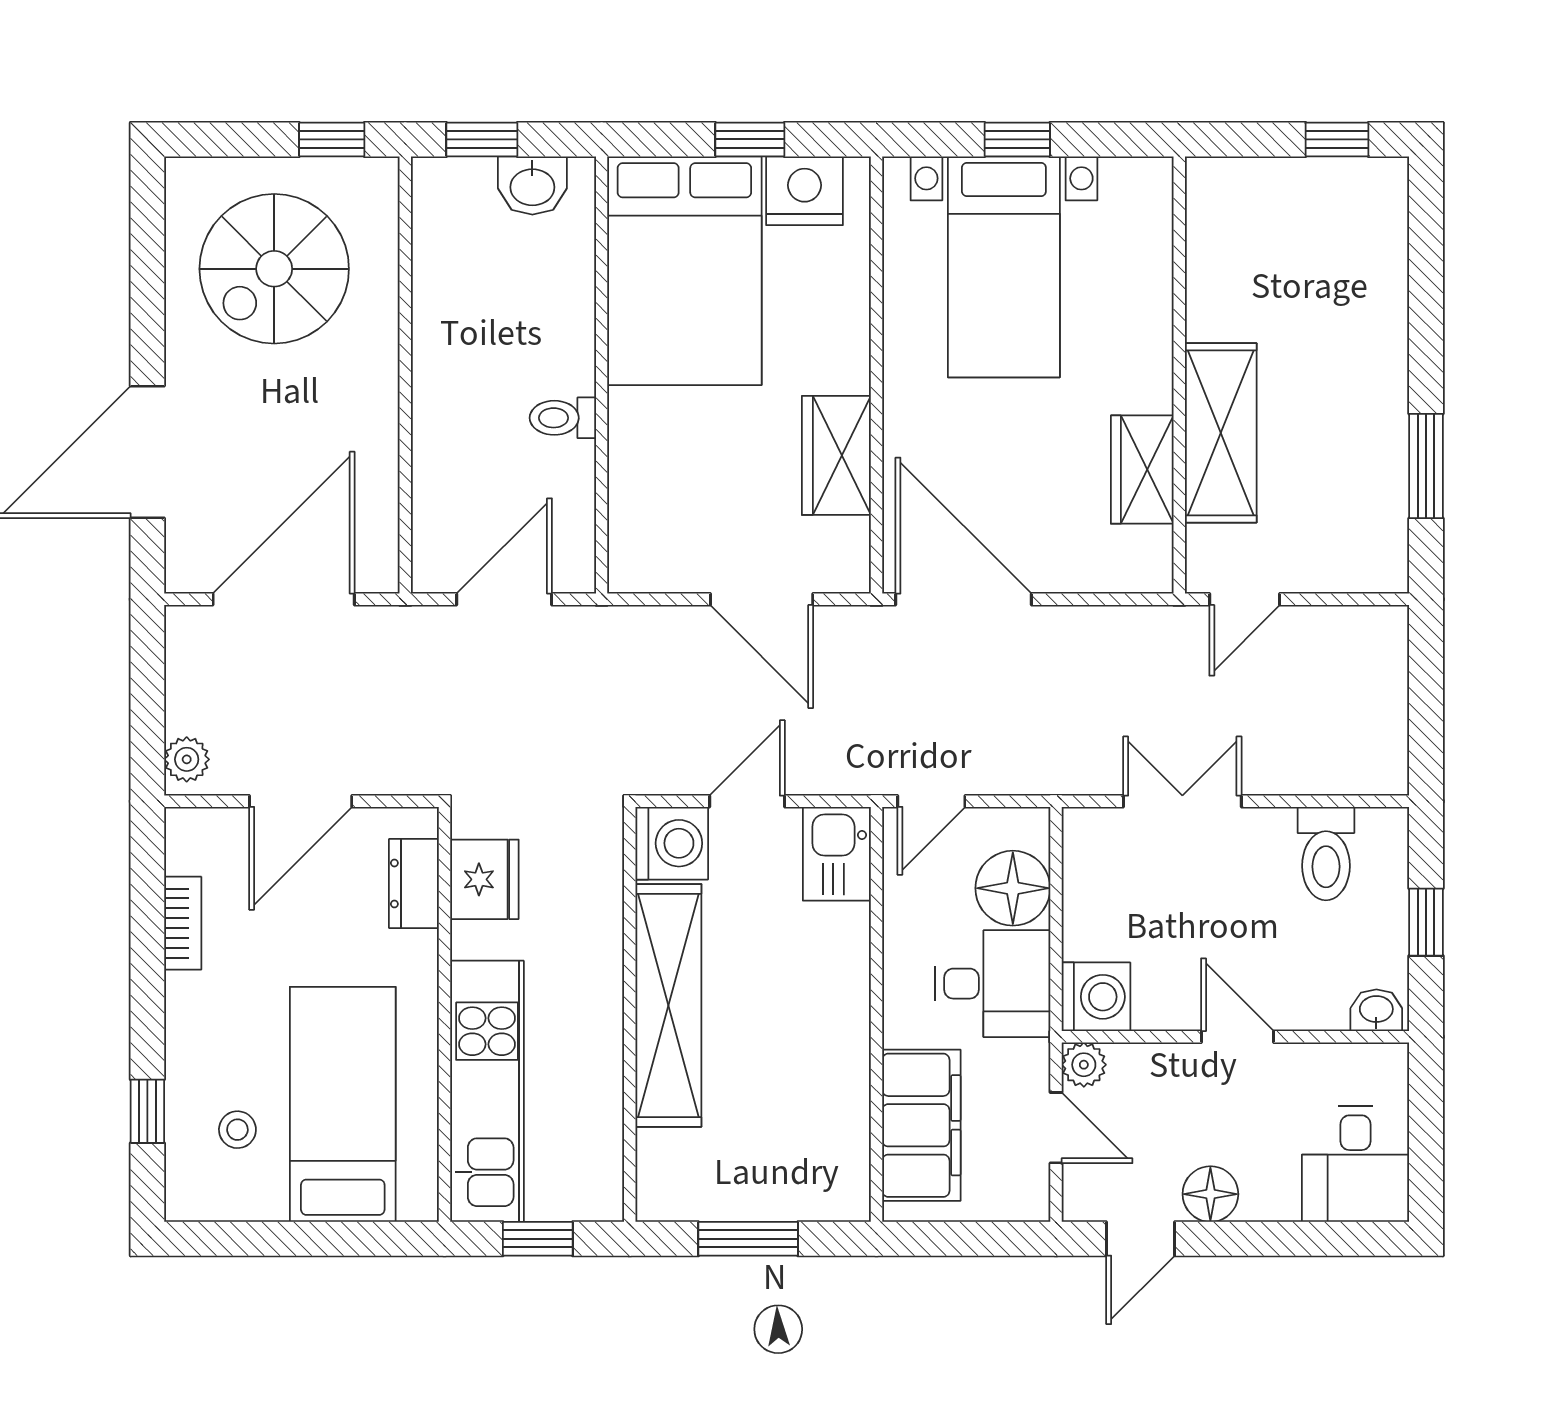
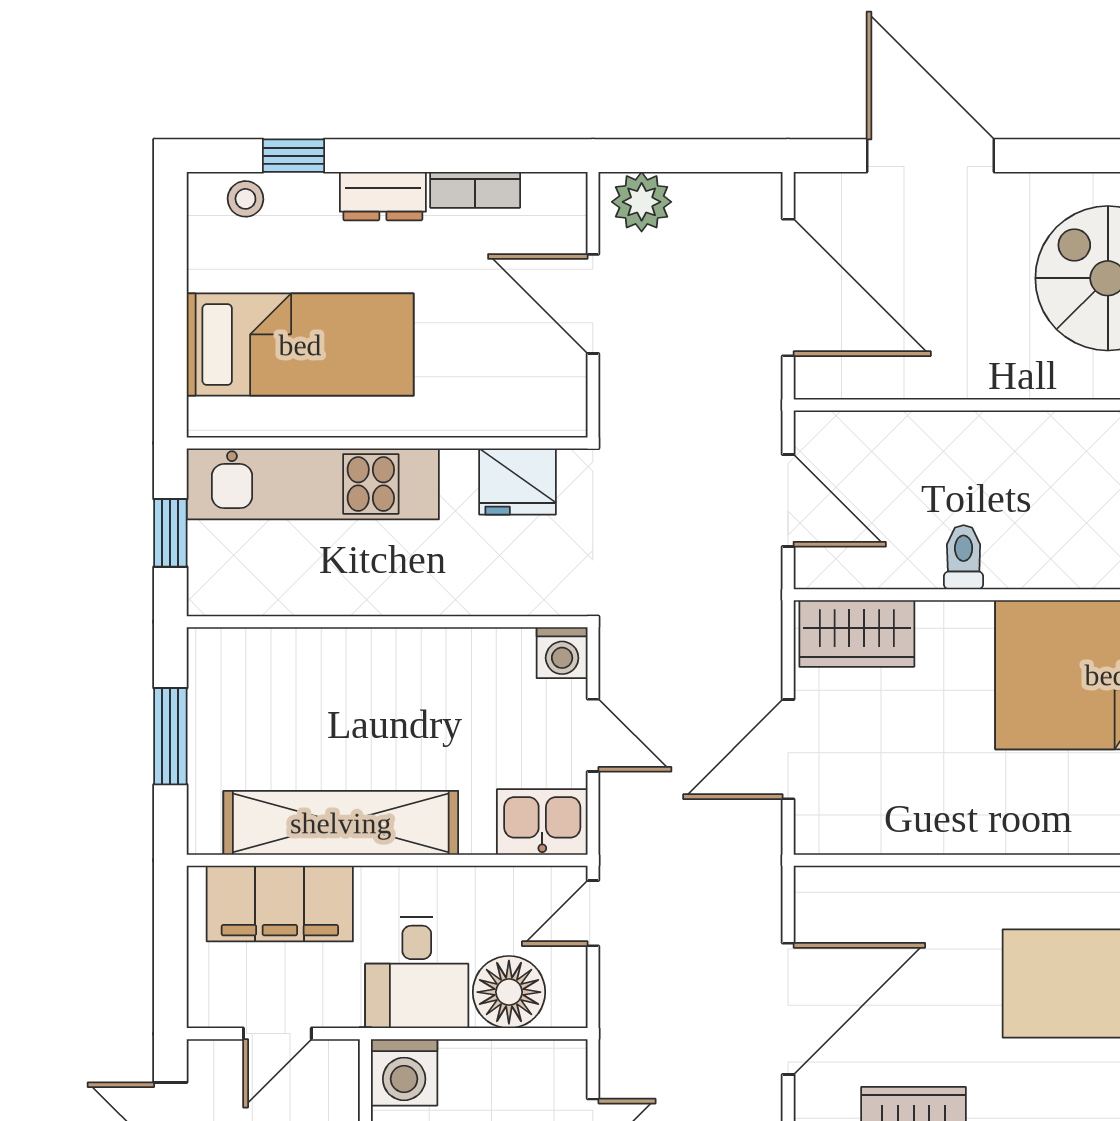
wardrobe: (836, 455) -> (857, 633), moved, turned 180
door: (964, 599) -> (788, 1009), moved
plant: (187, 759) -> (642, 202), width x1.38, depth x1.38
door: (931, 801) -> (593, 913), hinge flipped
washing machine: (672, 843) -> (562, 653), width x0.73, depth x0.73
dresser: (414, 883) -> (383, 196), moved, turned 180
shelving: (668, 1005) -> (341, 823), moved
plant: (1084, 1065) -> (338, 1061), removed
stool: (237, 1130) -> (245, 199), moved

